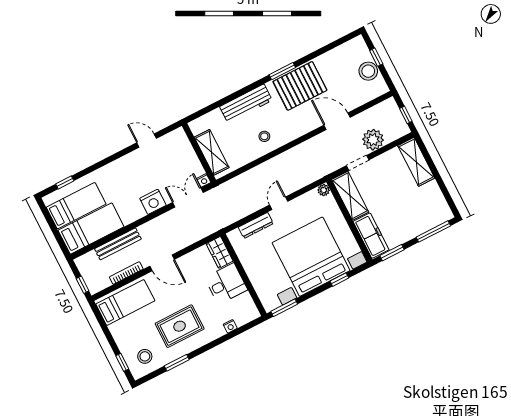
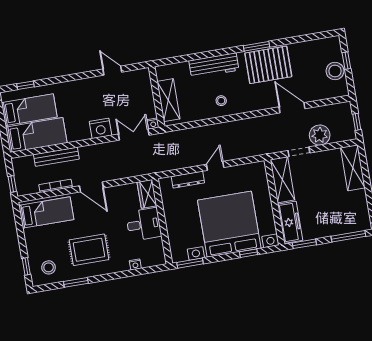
plant: (324, 190) -> (260, 167), removed

